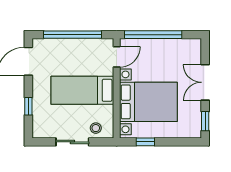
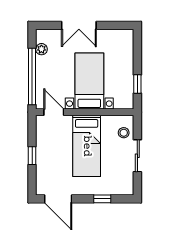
window: (72, 35) -> (32, 156), width x0.32
plant: (181, 44) -> (41, 49), added
bed with nightstands: (148, 102) -> (89, 81), width x0.73
window: (205, 121) -> (117, 25), removed

